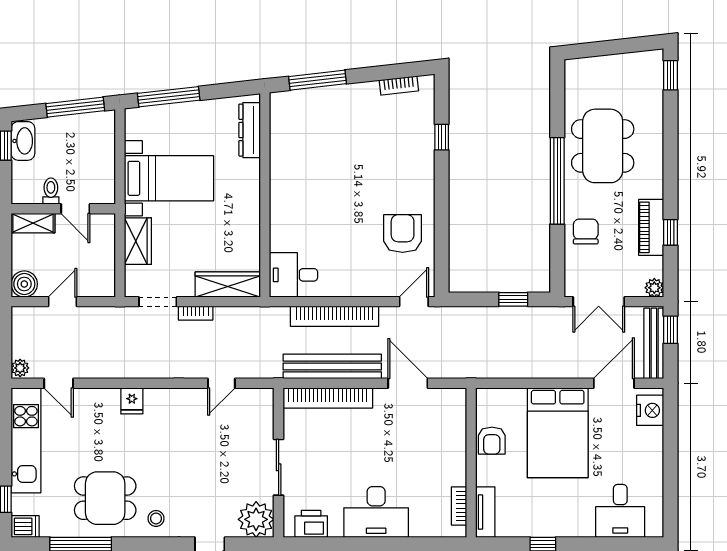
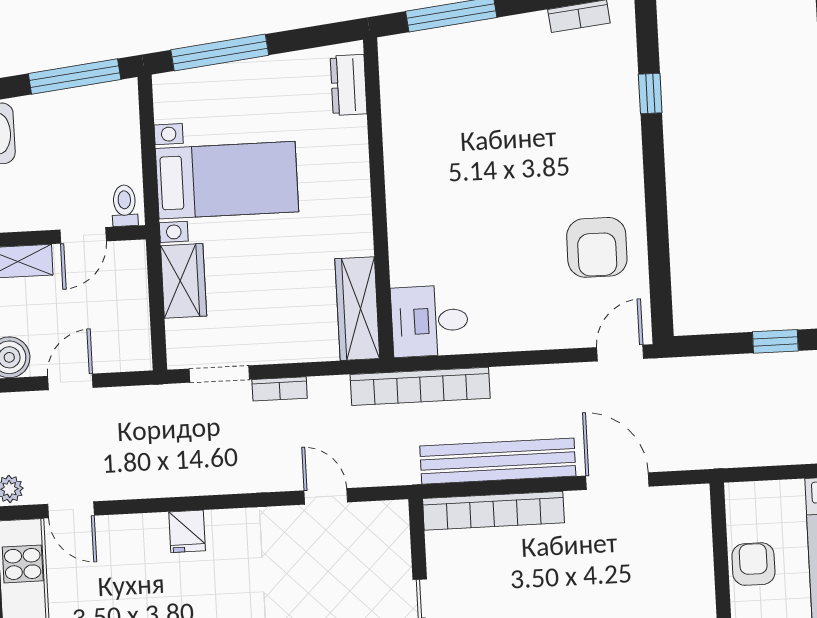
dresser: (250, 130) -> (349, 85), width x0.70
toilet: (51, 191) -> (125, 206), moved
door: (75, 209) -> (83, 235), hinge flipped
armchair: (403, 234) -> (597, 247), turned 180
wardrobe: (228, 285) -> (357, 309), moved, turned -90
bookcase: (334, 316) -> (420, 386), moved
door: (221, 383) -> (326, 496), swing flipped
armchair: (492, 441) -> (753, 564), turned 180

